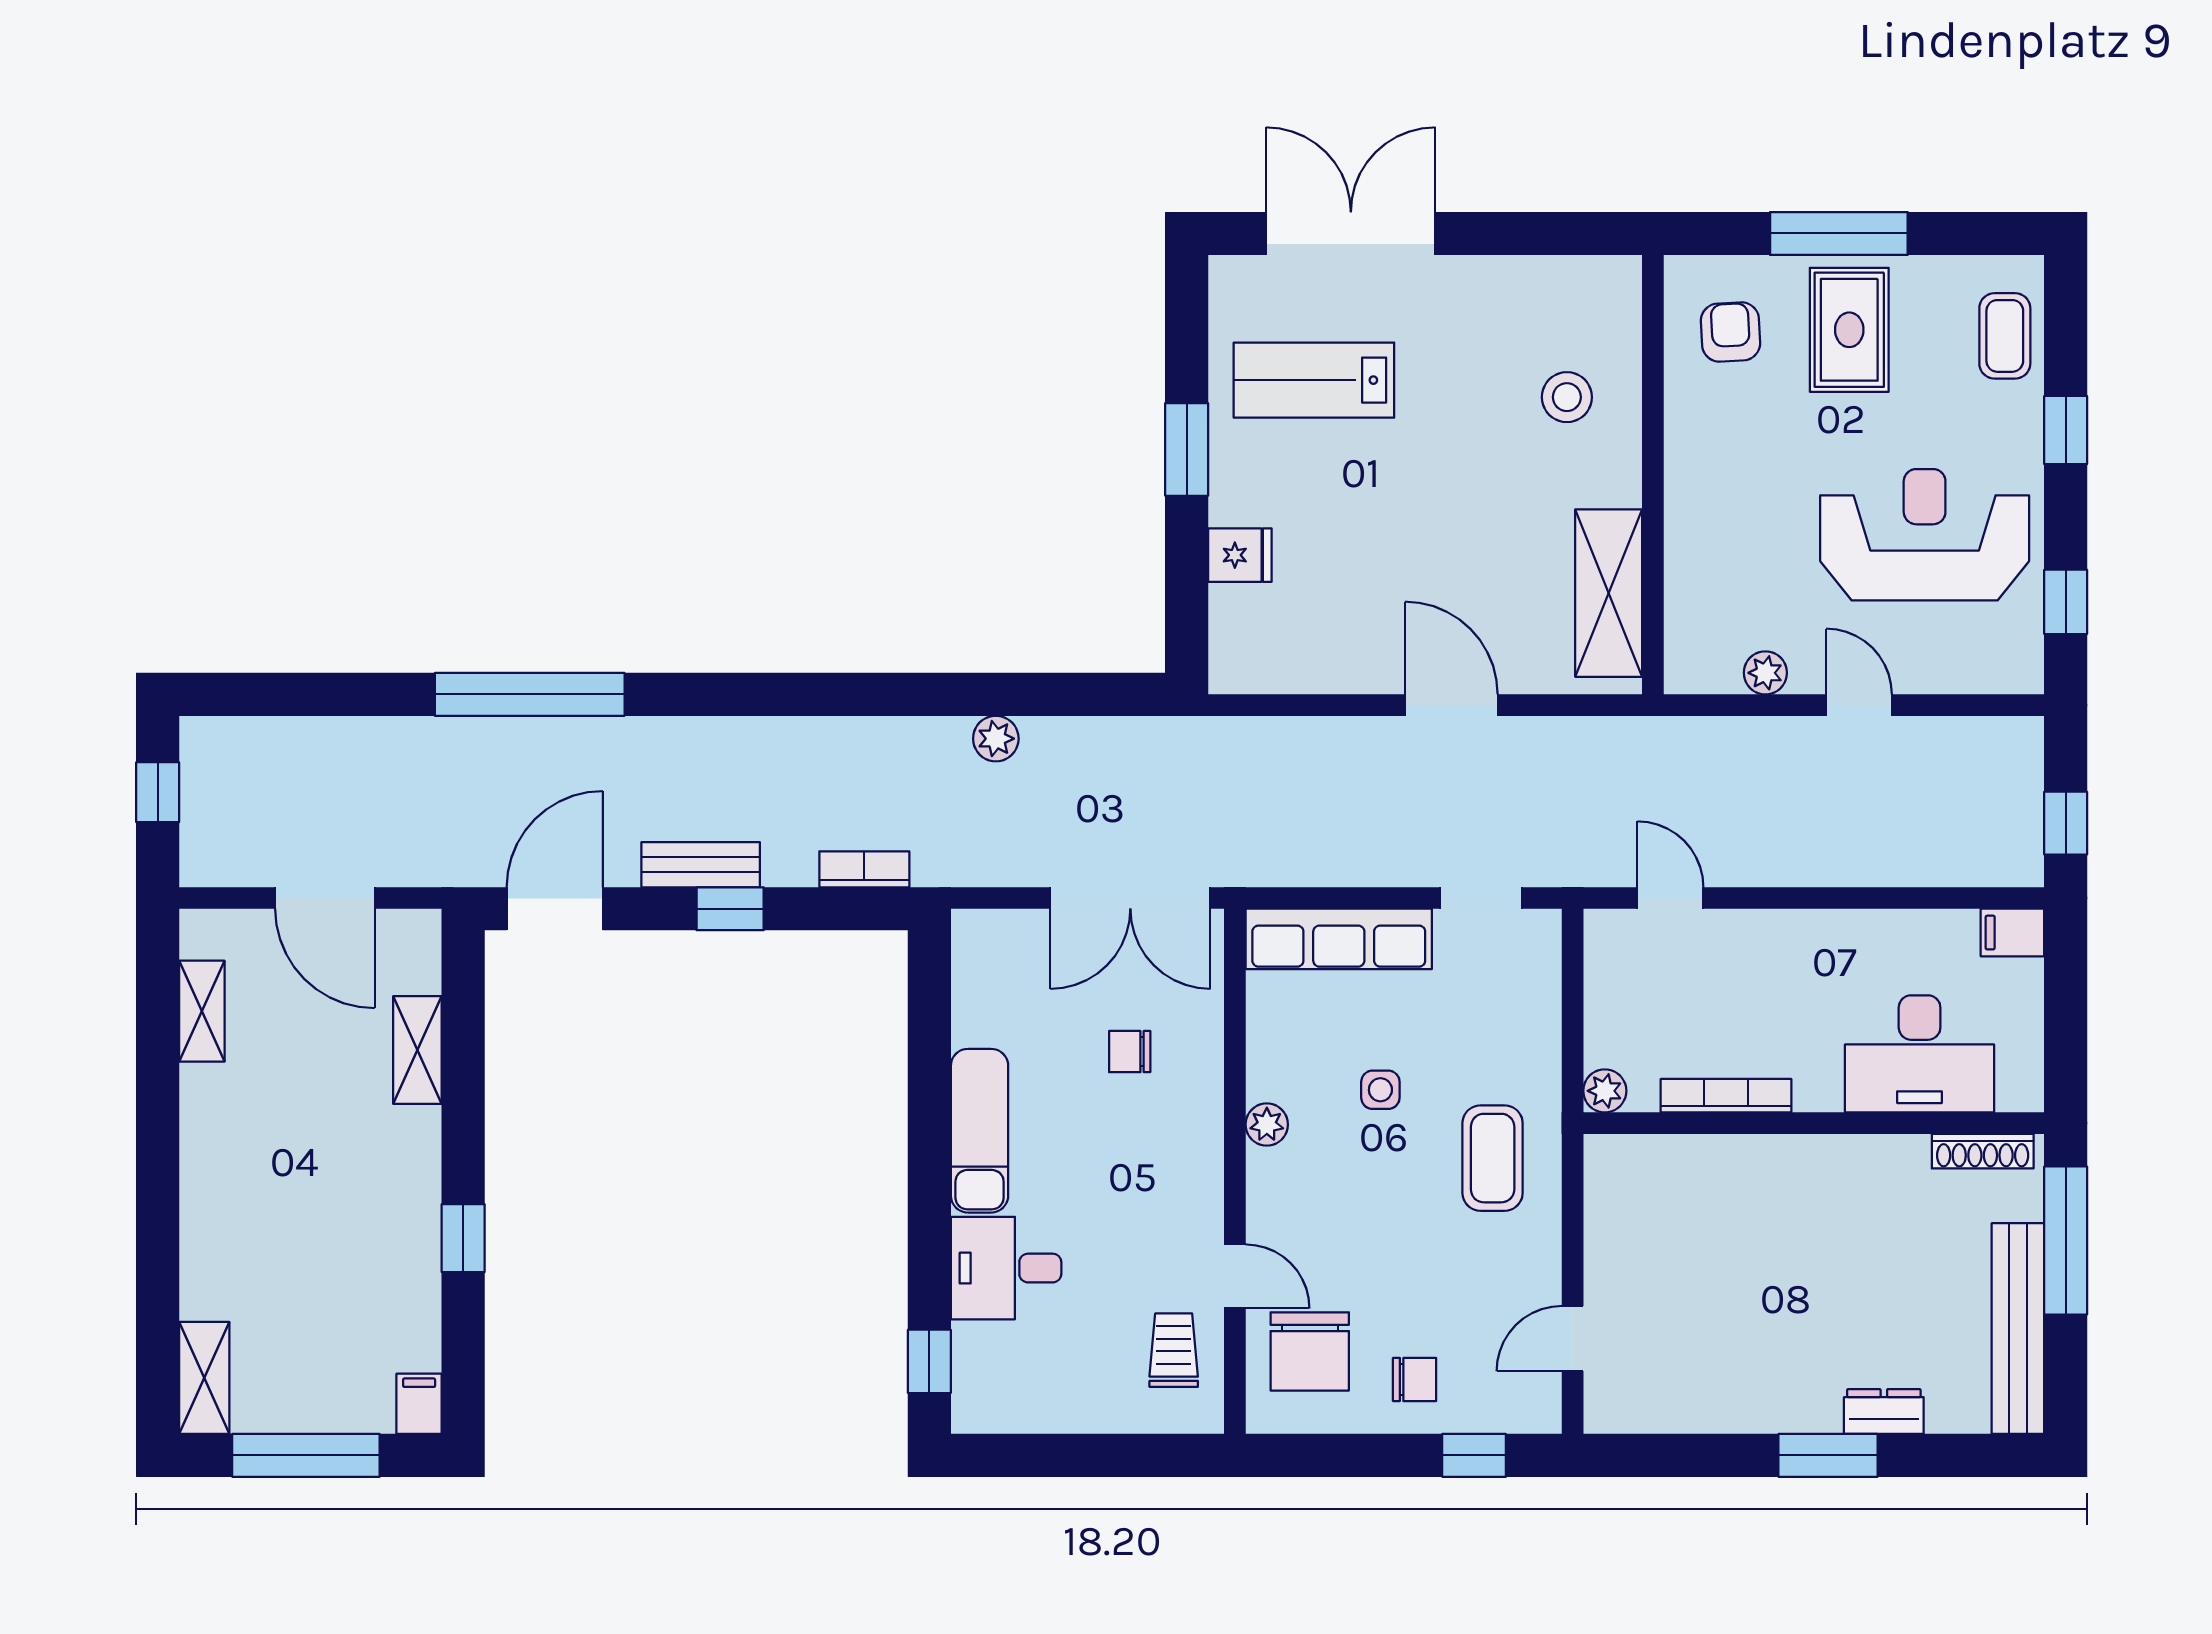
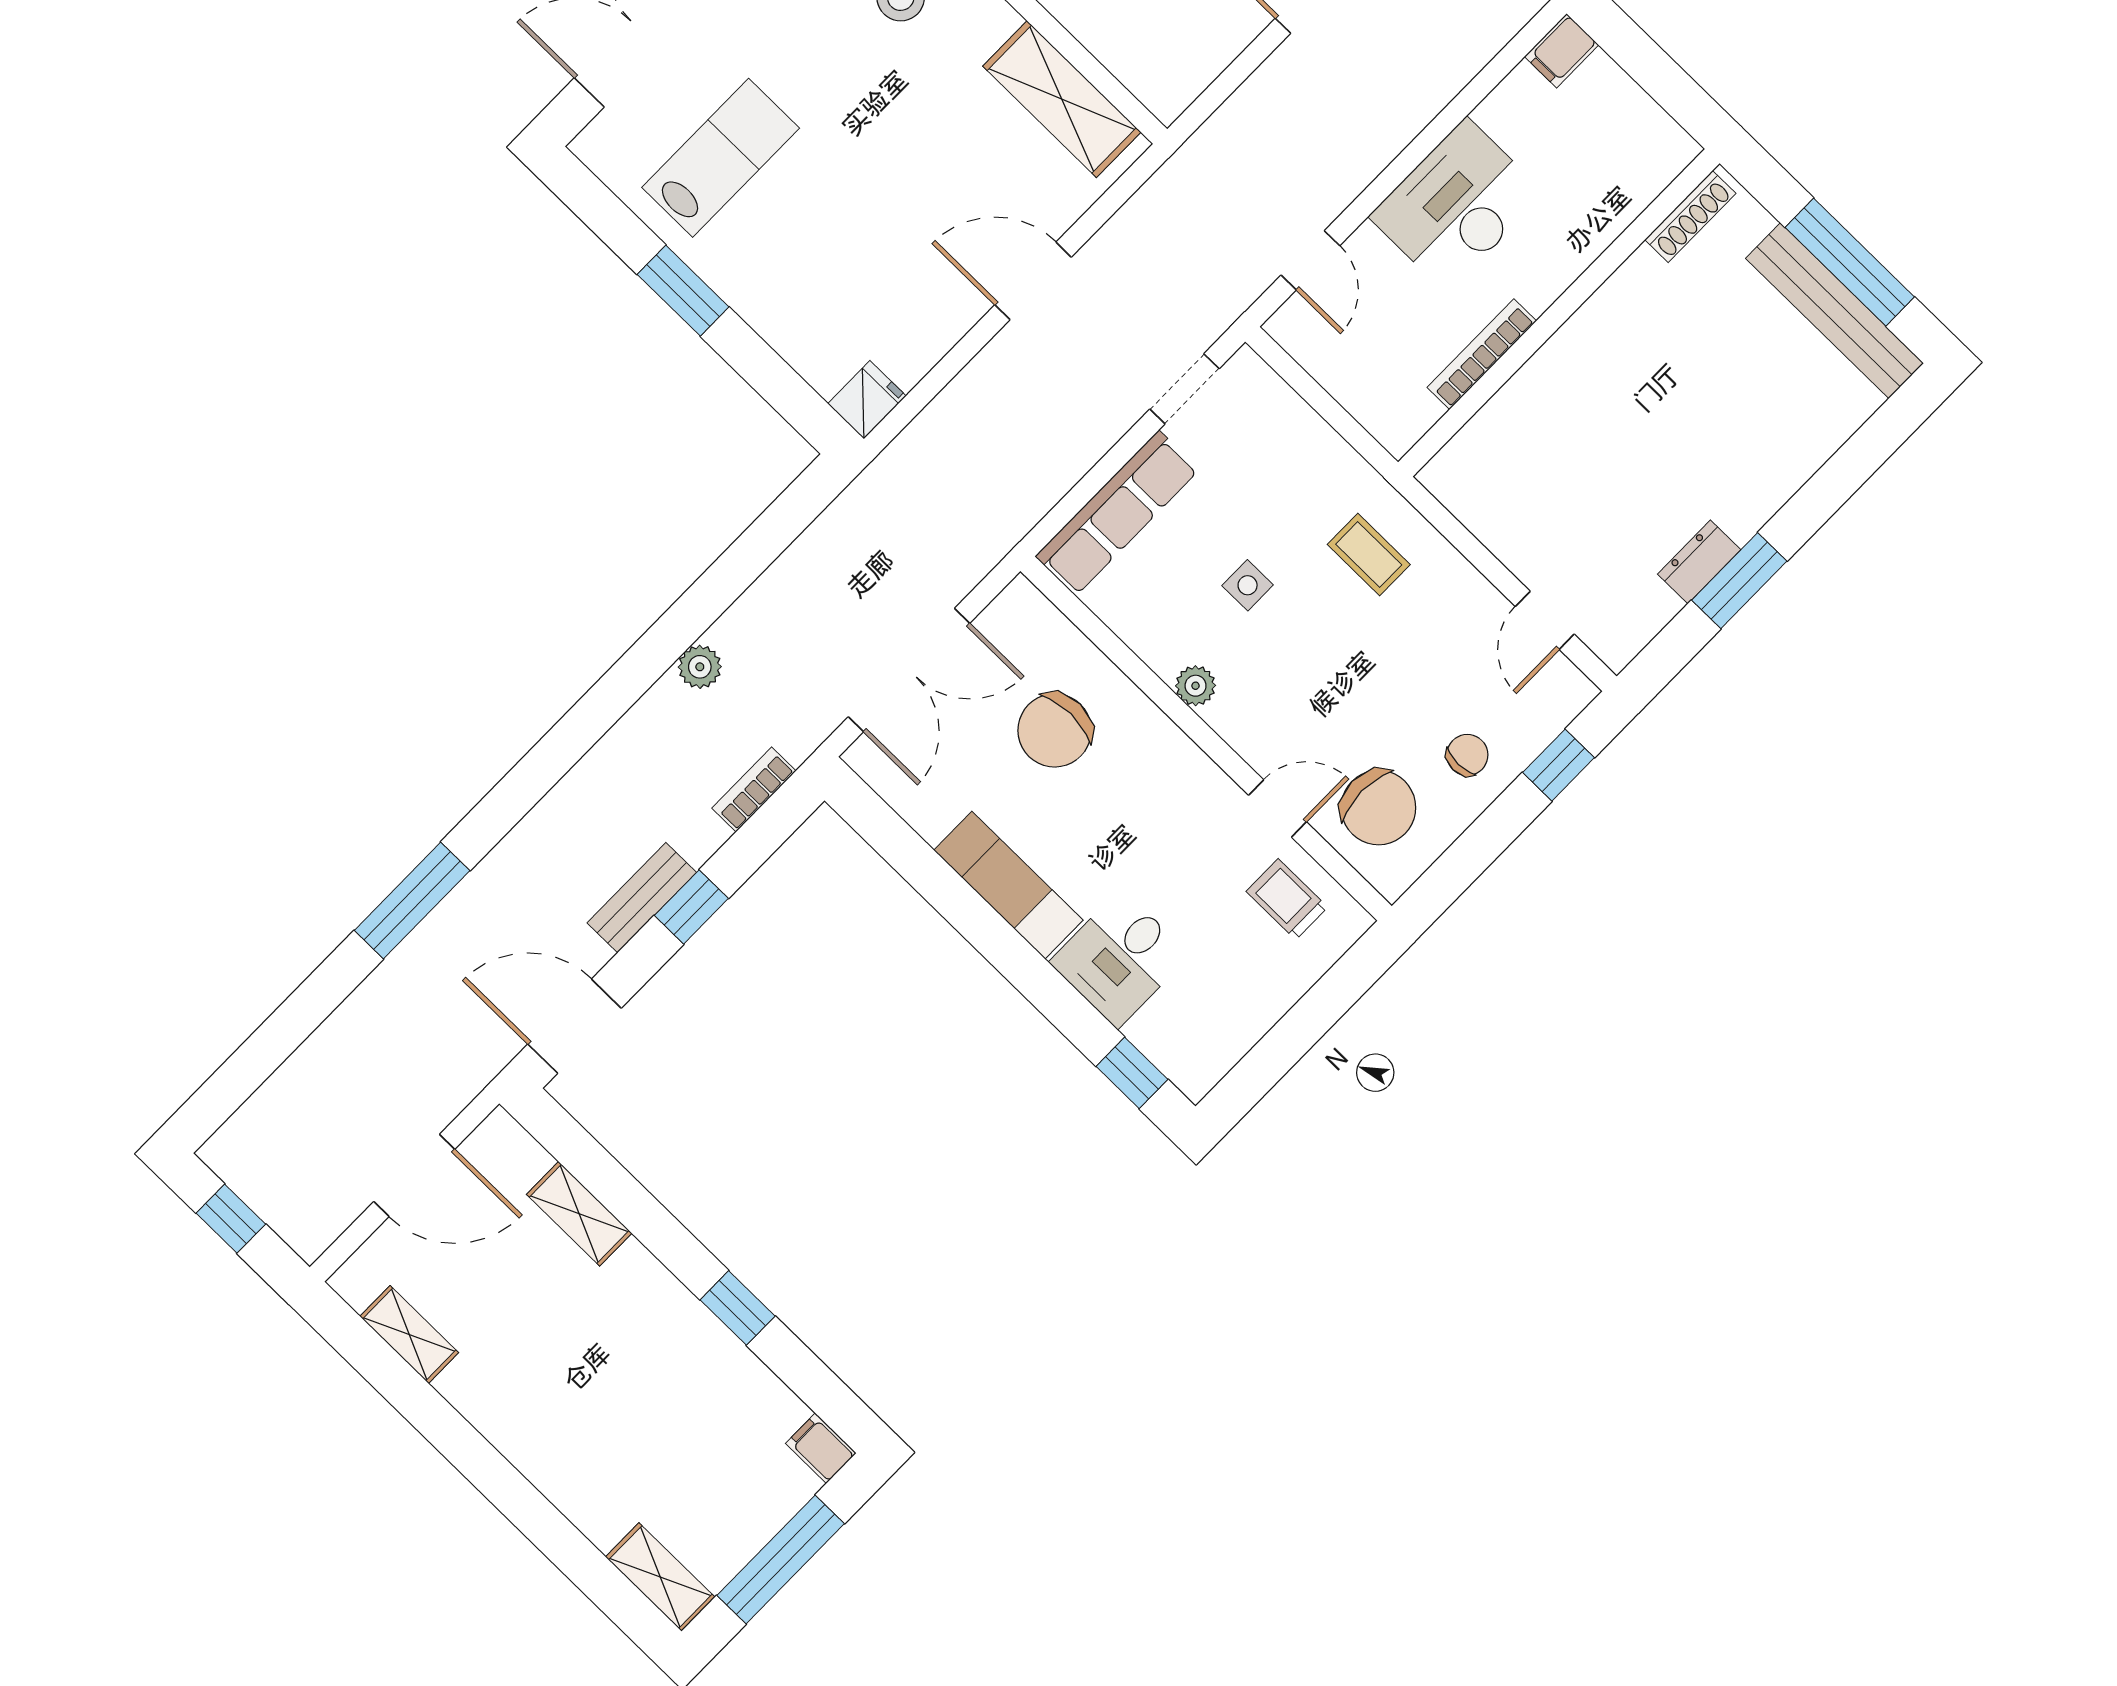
lab bench: (1314, 380) -> (721, 158), turned 180
fridge: (1240, 555) -> (867, 400), moved
plant: (1765, 673) -> (1220, 46), removed
window: (530, 694) -> (412, 900), width x0.68
plant: (996, 739) -> (700, 667), moved
double door: (1130, 898) -> (909, 670), moved
door: (1670, 898) -> (1310, 260), swing flipped
door: (555, 909) -> (575, 1026), hinge flipped
chair: (1130, 1052) -> (1055, 730), width x1.87, depth x1.87
desk: (1920, 1054) -> (1457, 205), moved, turned 180
plant: (1605, 1091) -> (1398, 433), removed
coffee table: (1493, 1158) -> (1369, 554), width x0.73, depth x0.77
window: (2066, 1240) -> (1850, 262), moved
dresser: (1884, 1412) -> (1699, 562), moved
window: (1828, 1455) -> (1739, 581), moved

